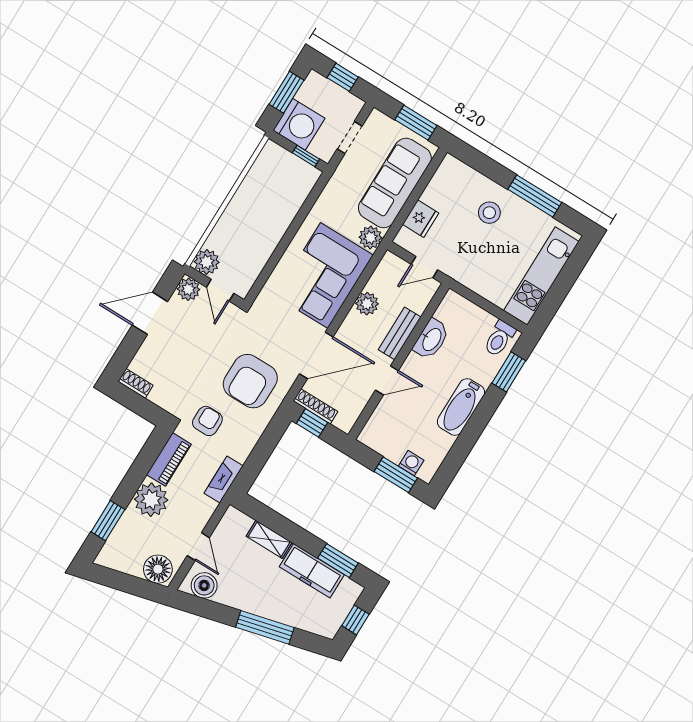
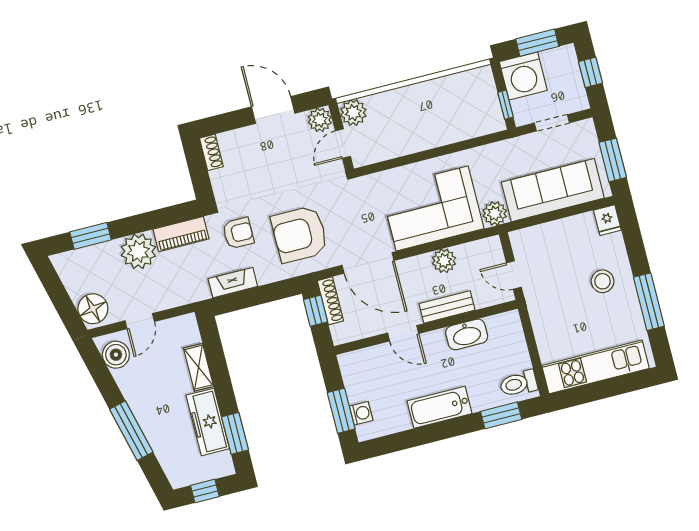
fridge: (421, 219) -> (607, 220), moved, width x0.72
fireplace: (224, 480) -> (233, 283), moved

